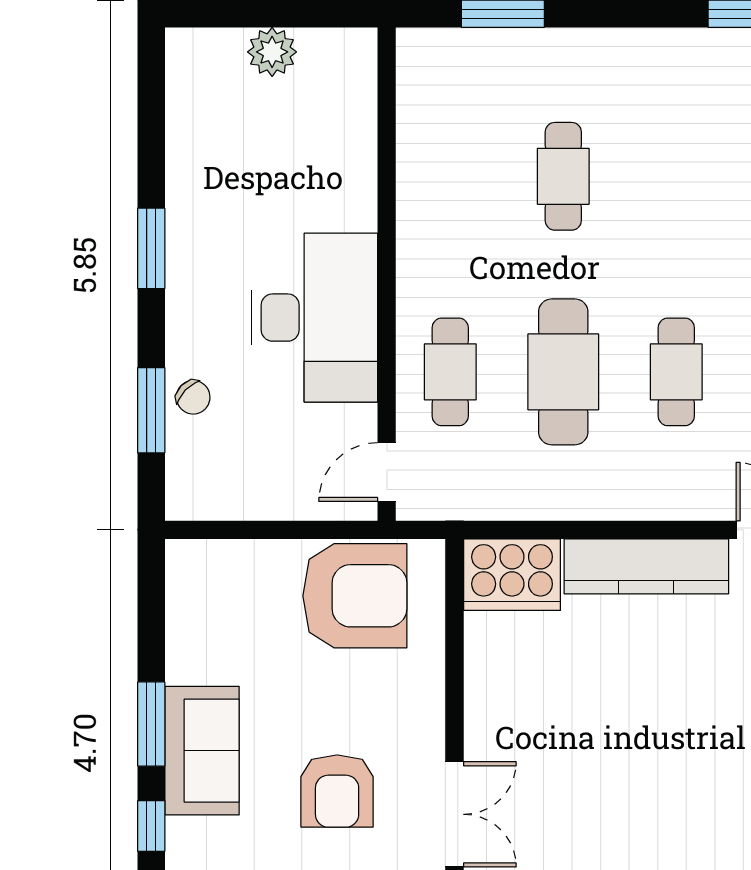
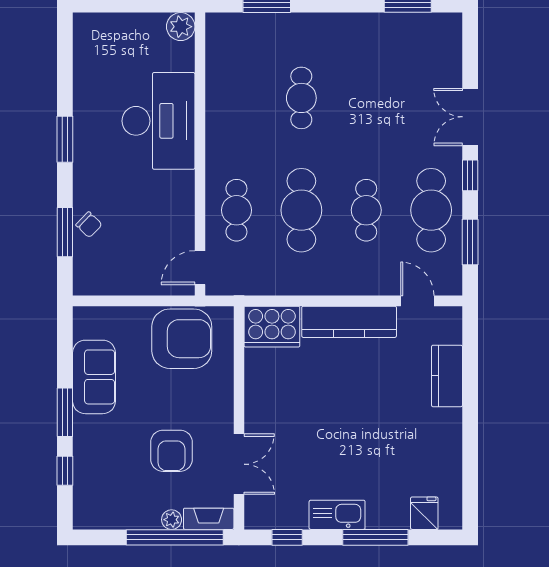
plant: (272, 52) -> (181, 27), moved
desk: (314, 318) -> (158, 121), moved
sofa: (202, 751) -> (94, 377), moved

